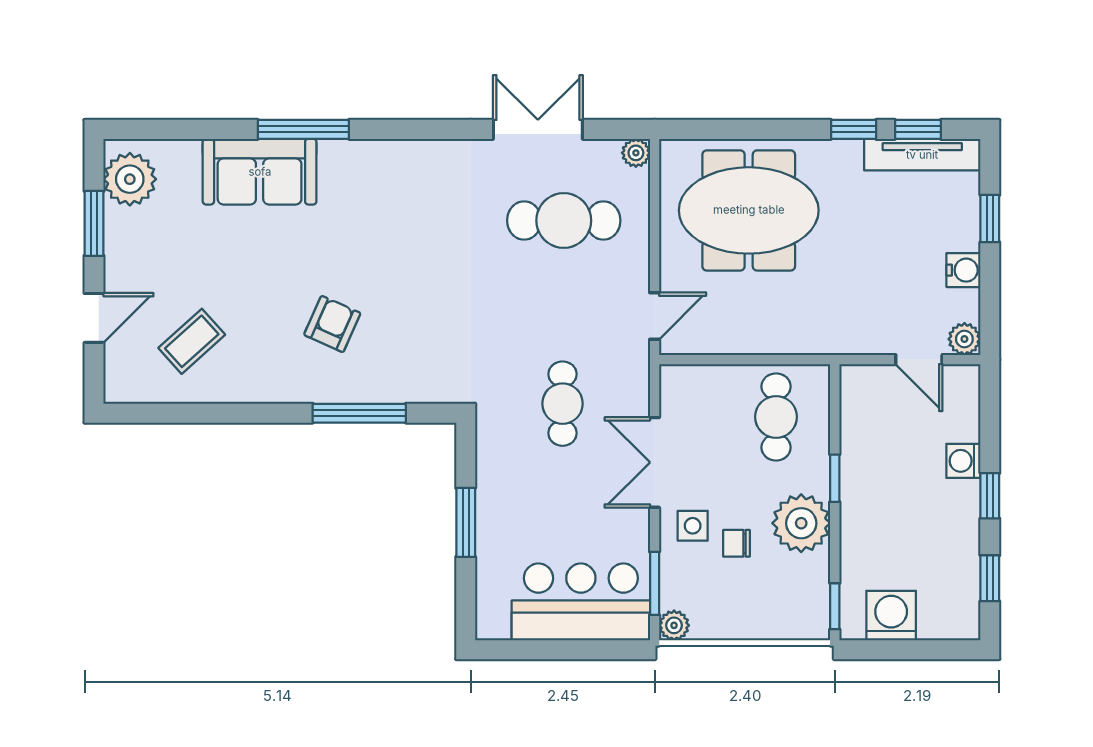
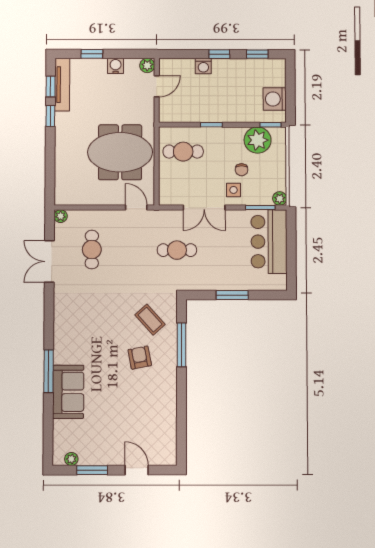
plant: (130, 179) -> (71, 459), width x0.53, depth x0.53
meeting table: (749, 210) -> (120, 152), moved, turned 90
cafe table: (564, 221) -> (92, 250), width x0.73, depth x0.74
armchair: (332, 324) -> (140, 358), turned 55
coffee table: (192, 341) -> (150, 320), moved
plant: (801, 523) -> (258, 140), moved

